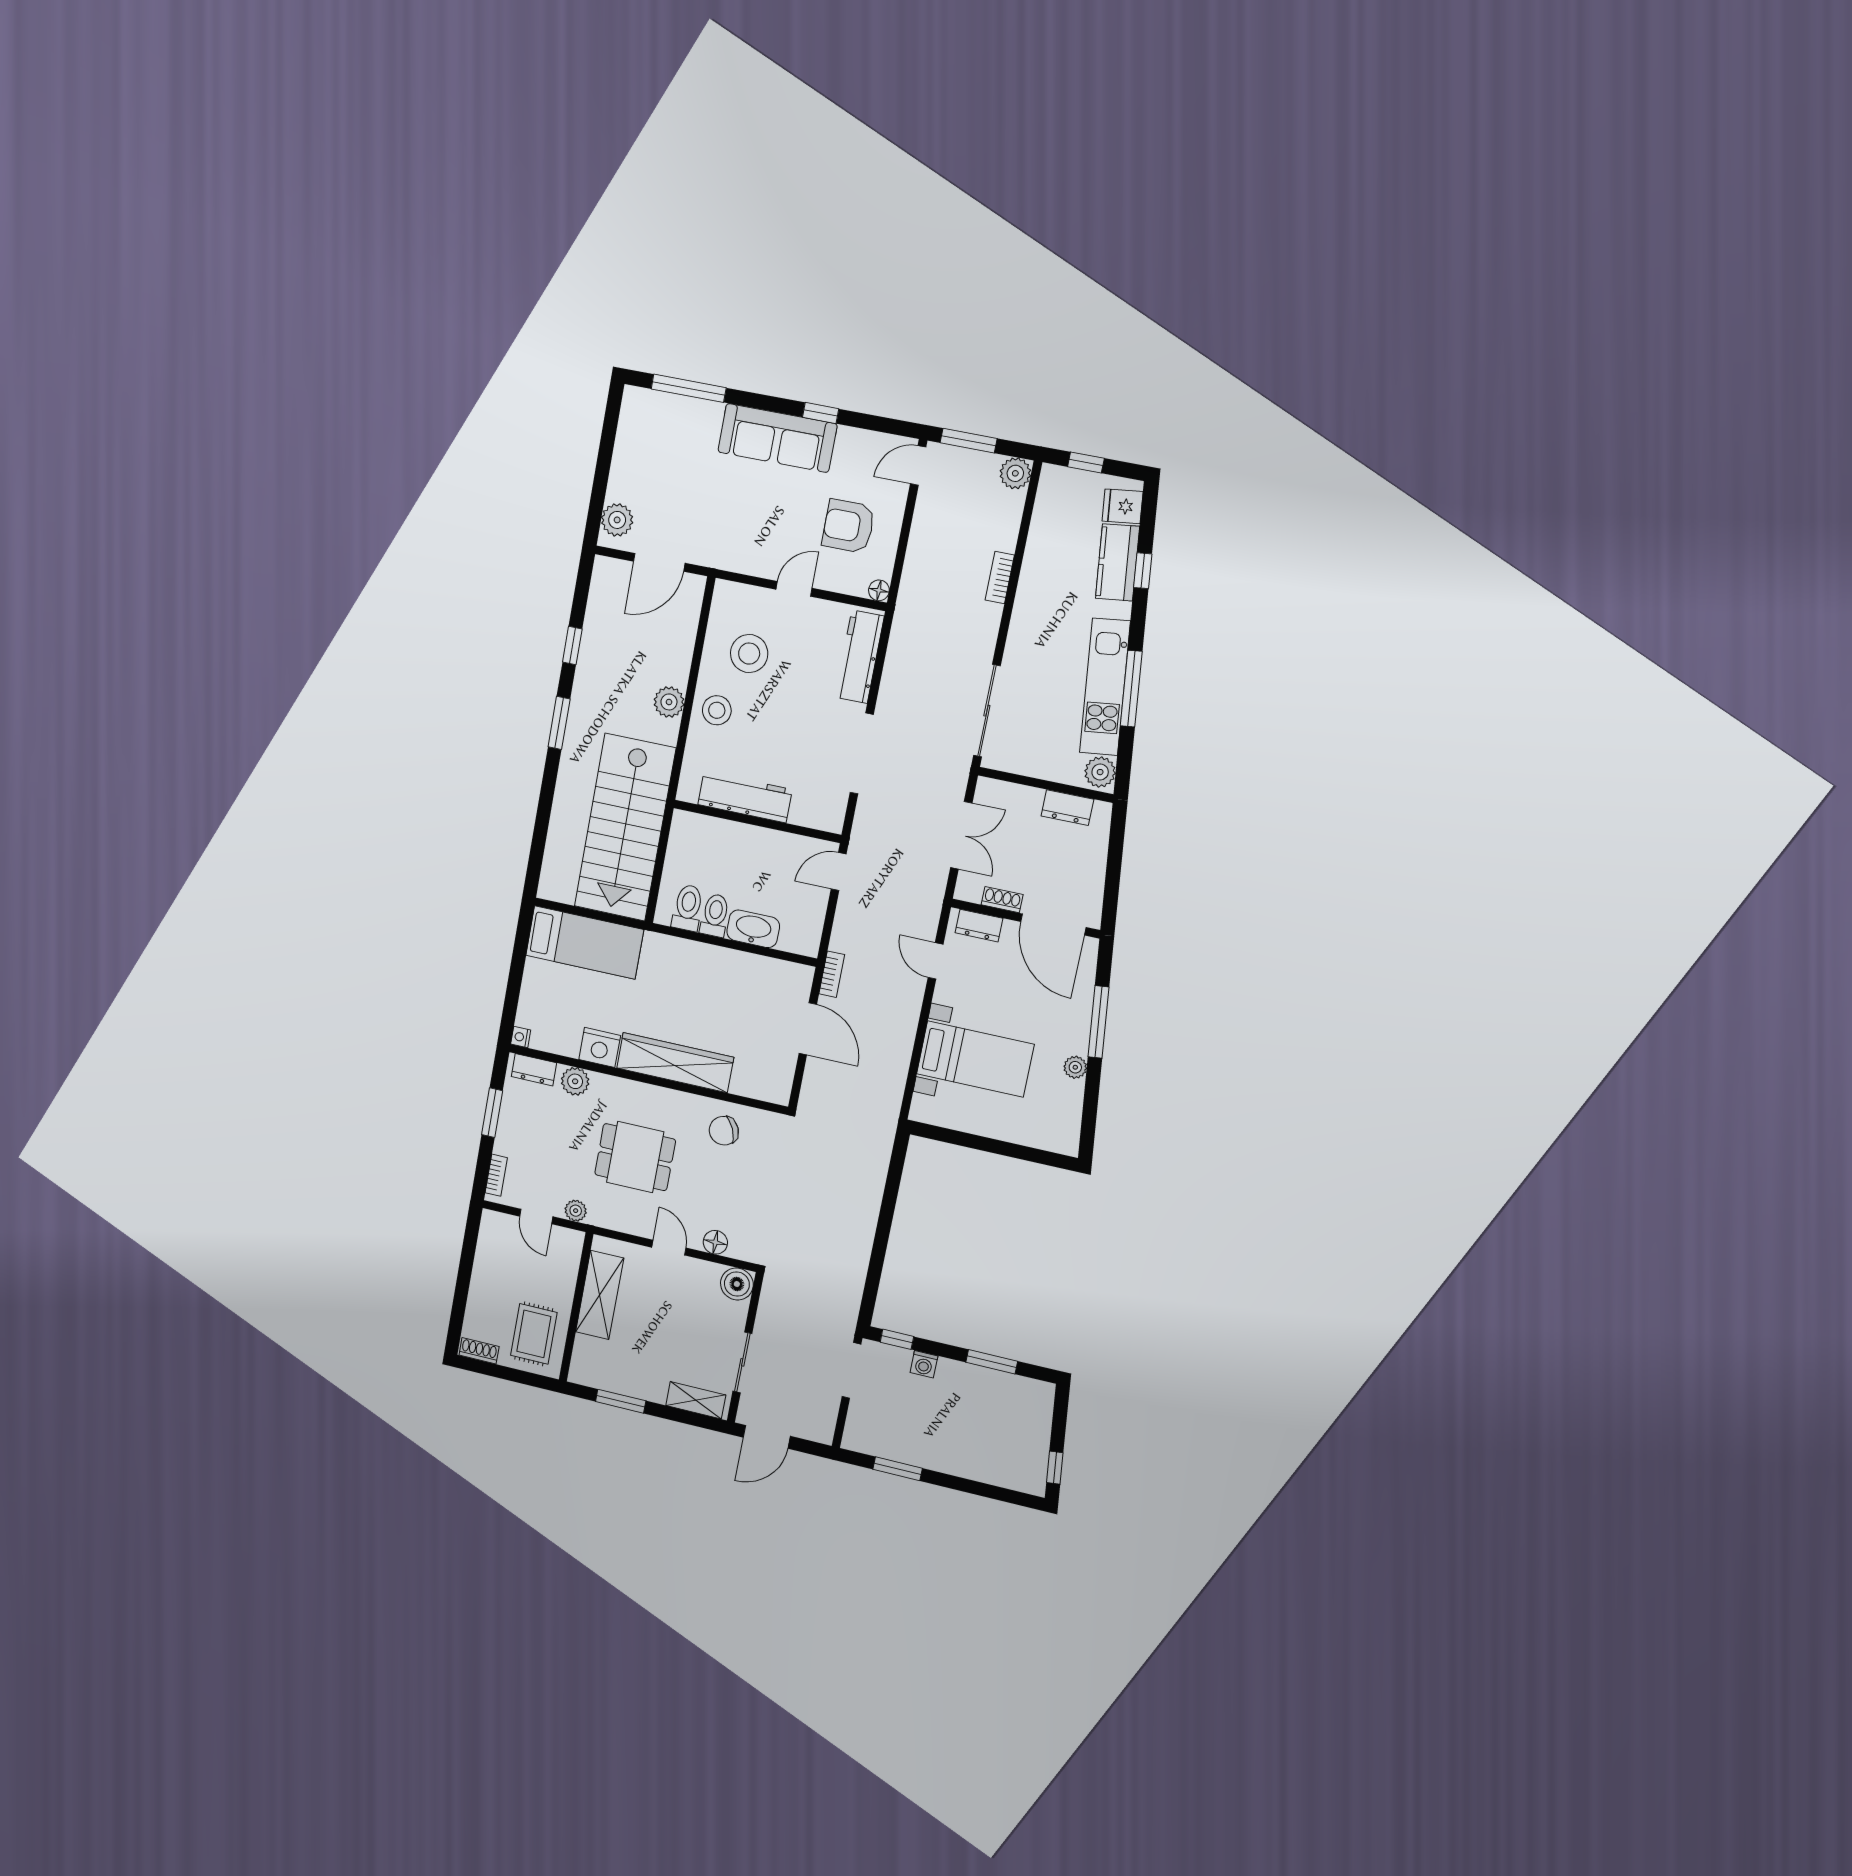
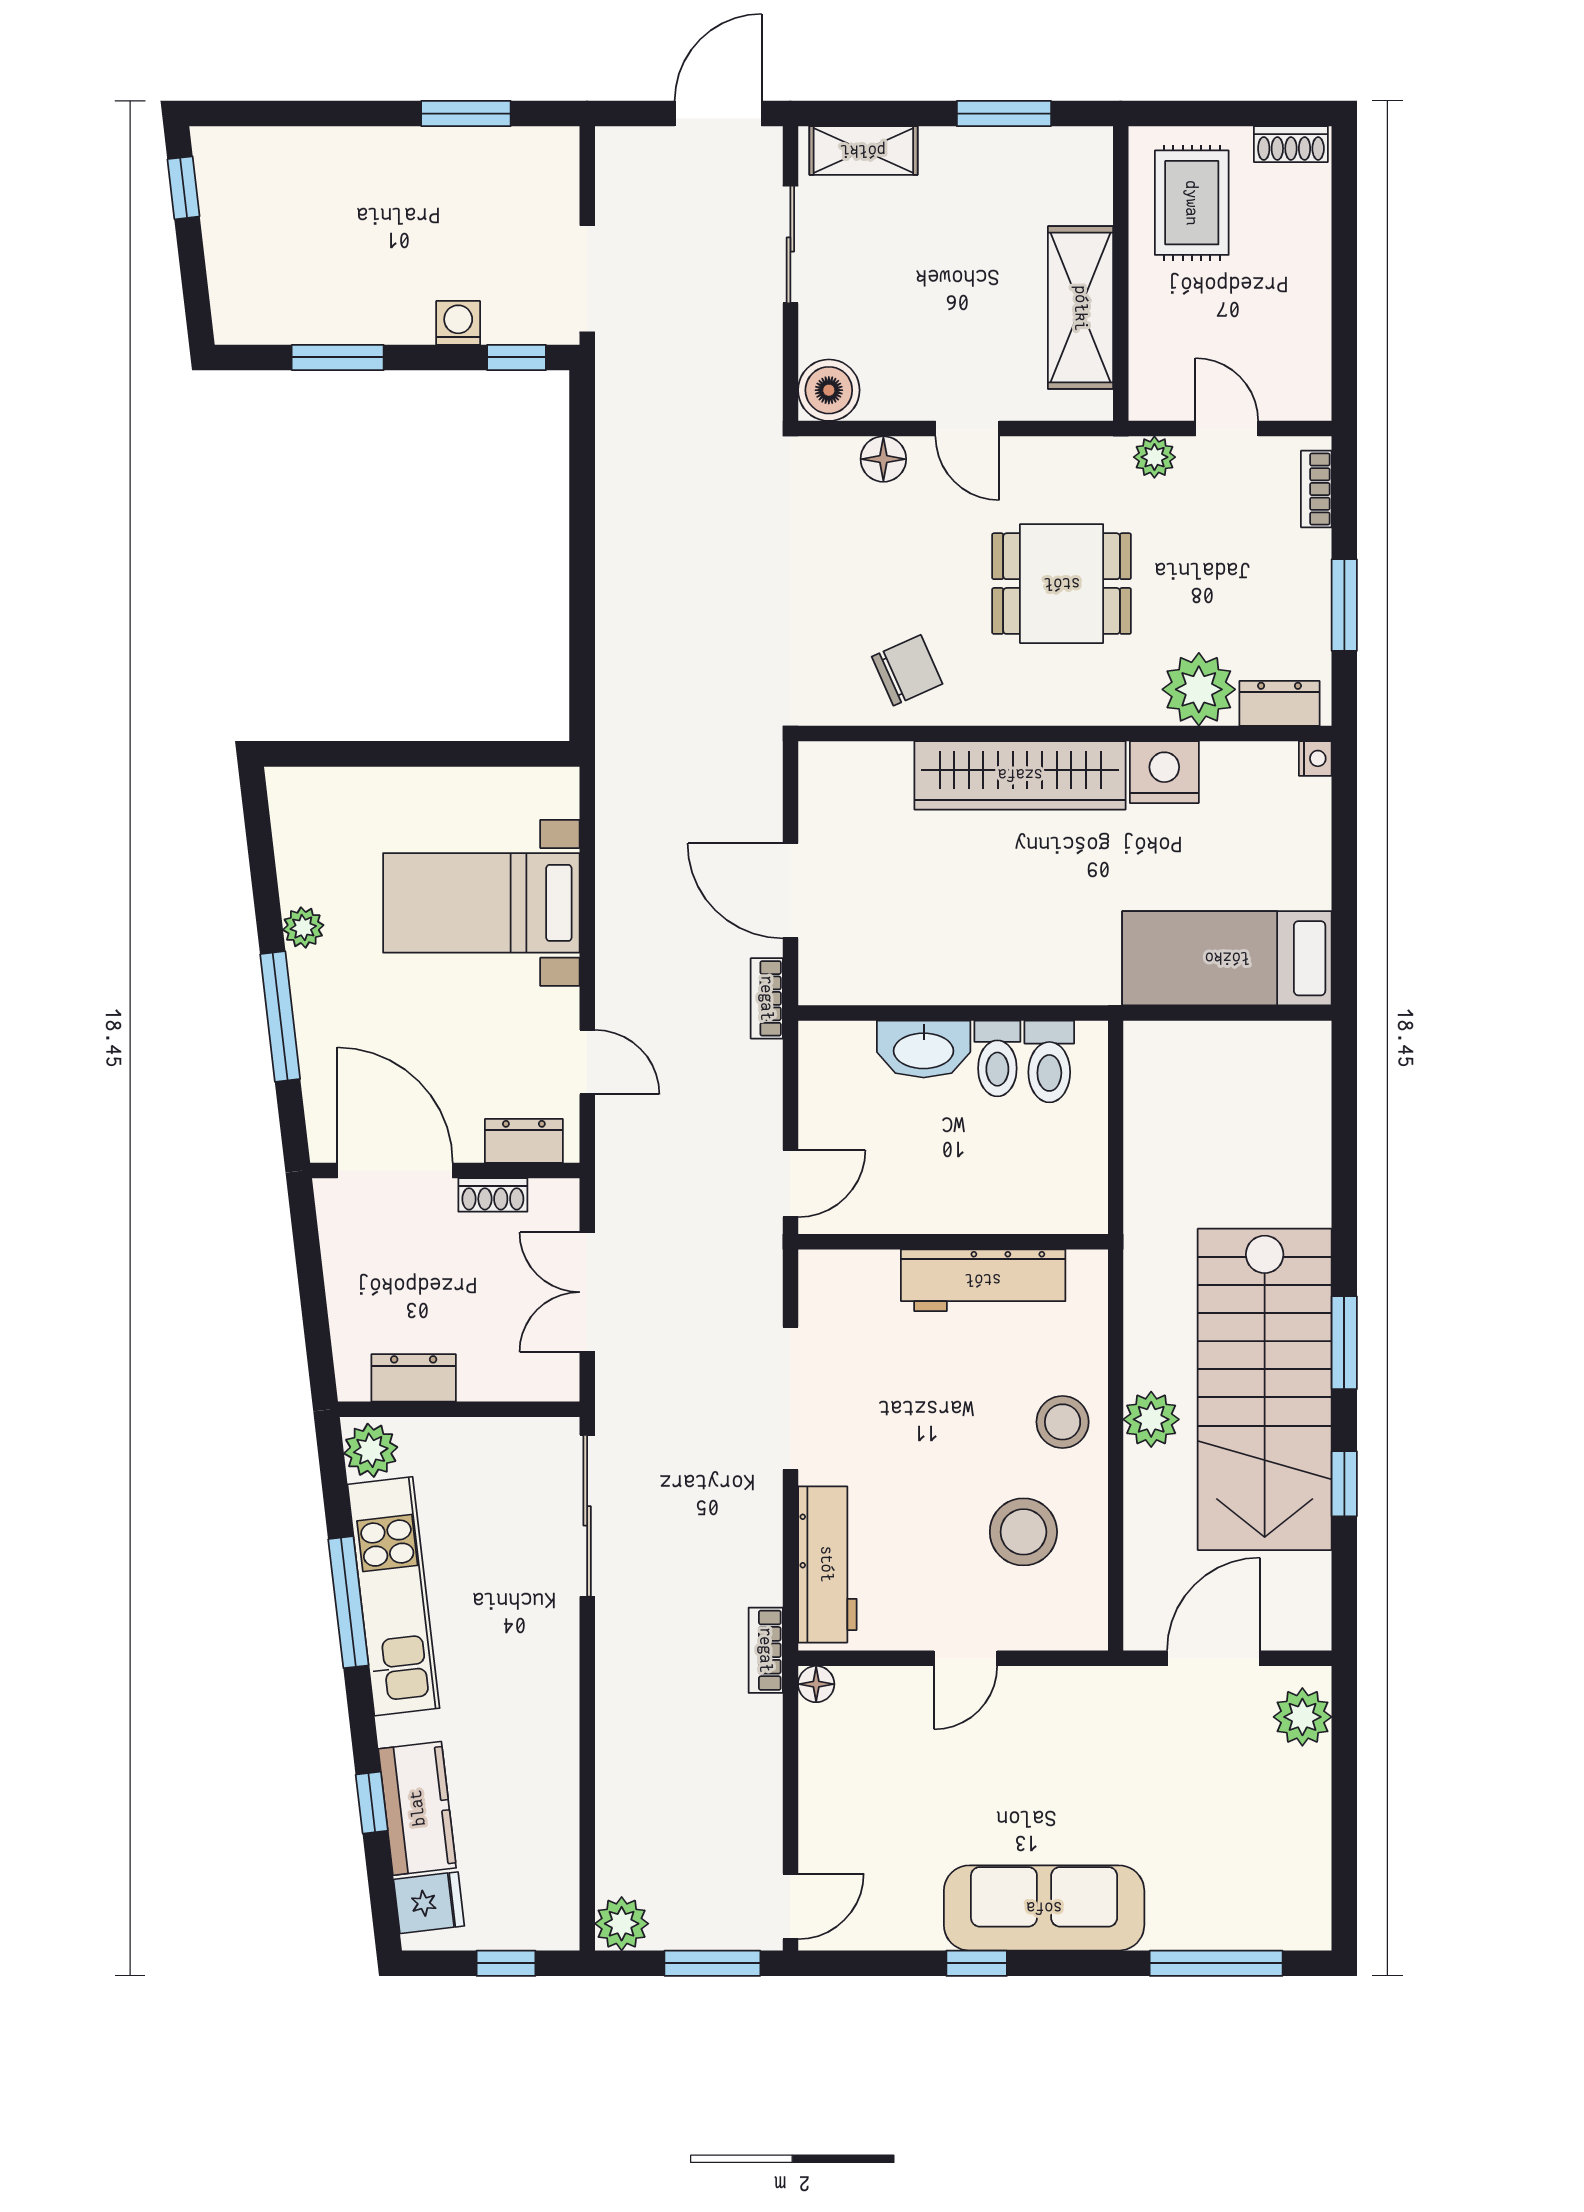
armchair: (849, 526) -> (891, 1783), removed
bookcase: (1000, 577) -> (766, 1650), moved, turned 180
stairs: (625, 827) -> (1265, 1389), moved, turned 180
plant: (575, 1081) -> (1199, 689), width x1.36, depth x1.36

